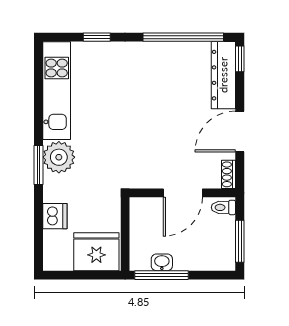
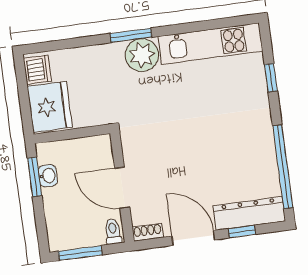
window: (240, 59) -> (242, 231), moved
dishwasher: (55, 216) -> (37, 70), moved, turned -90
window: (161, 275) -> (35, 177), width x0.69

